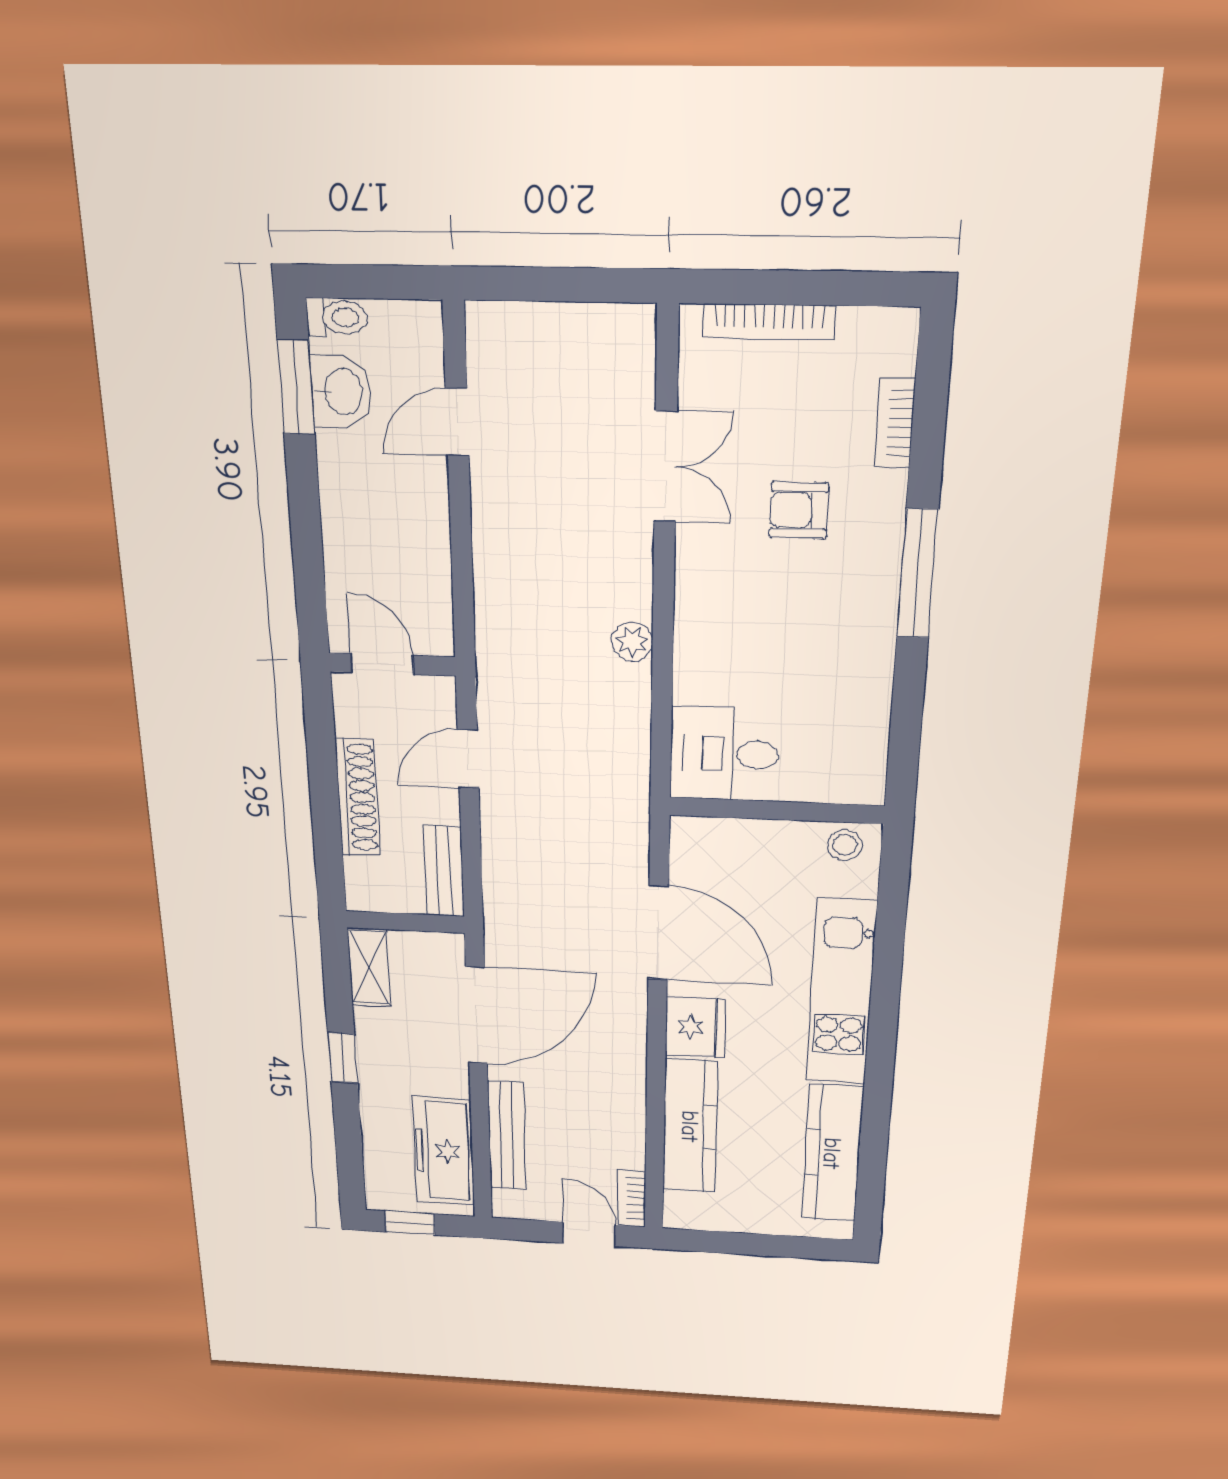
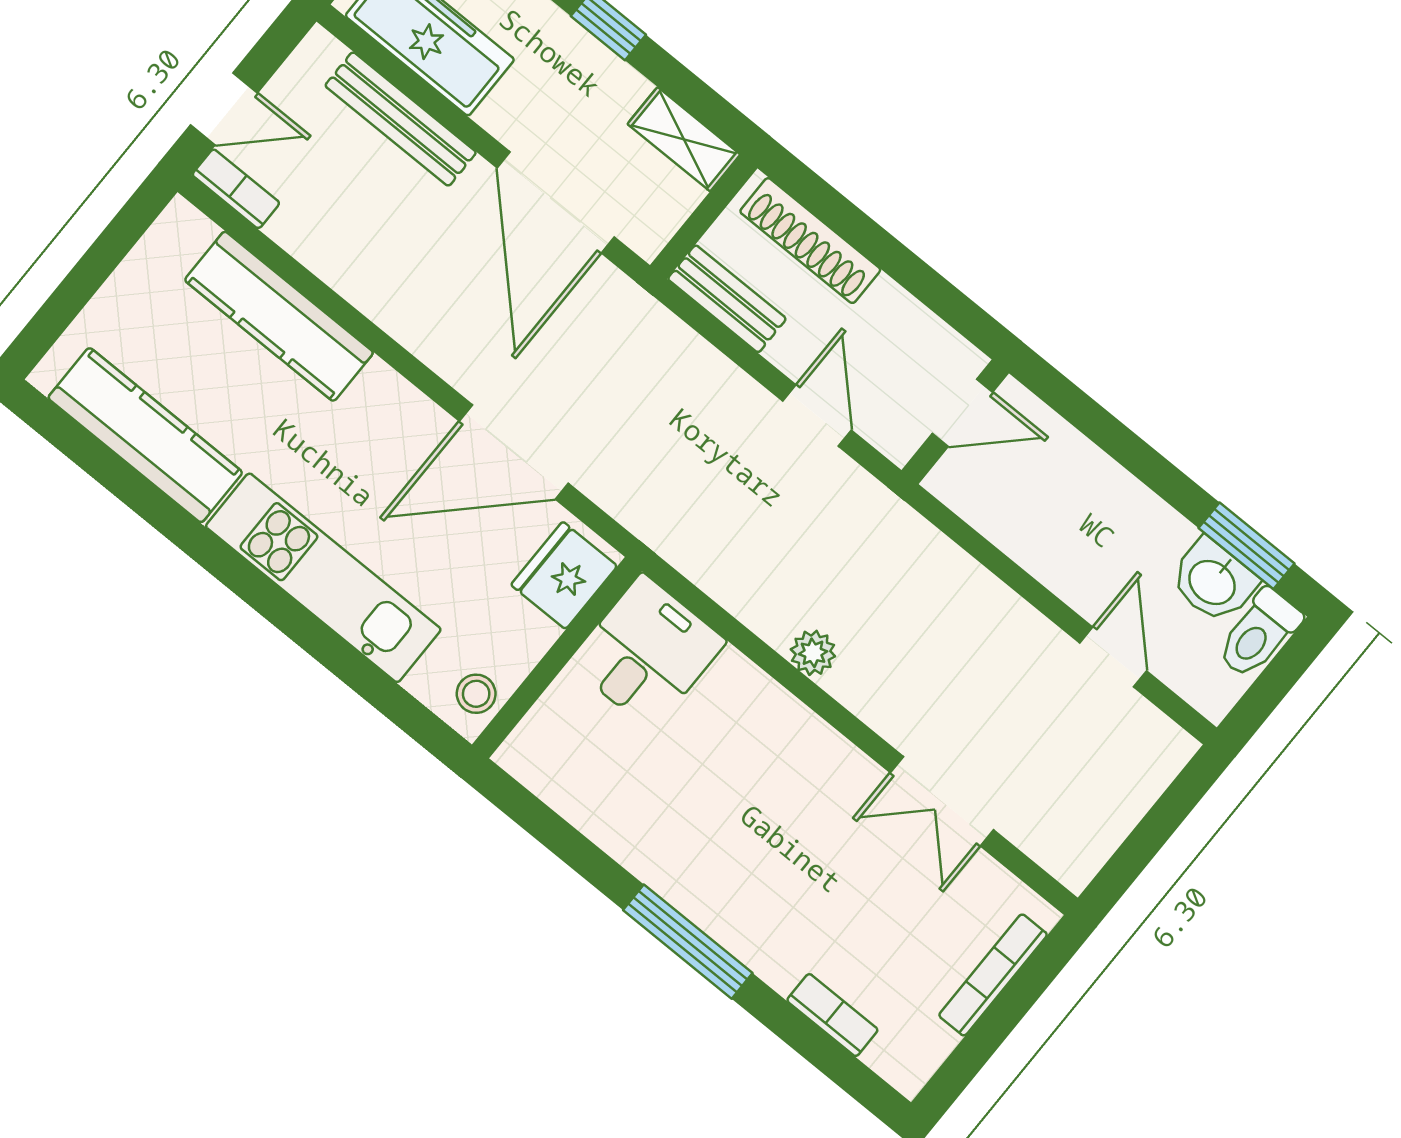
toilet: (337, 317) -> (1259, 634), width x1.37, depth x1.39
armchair: (799, 510) -> (819, 883), removed
shoe rack: (358, 797) -> (810, 241), moved
fridge: (695, 1027) -> (564, 575), moved, turned 90

